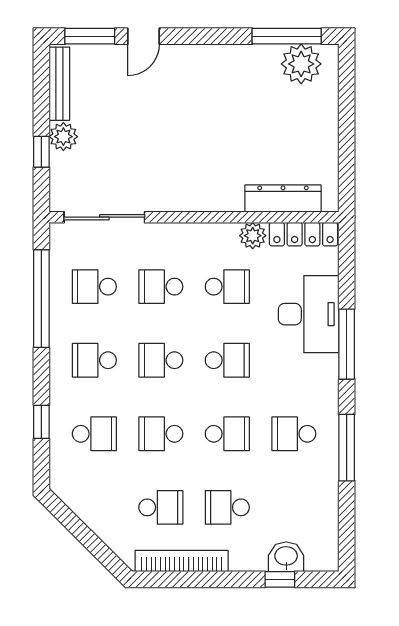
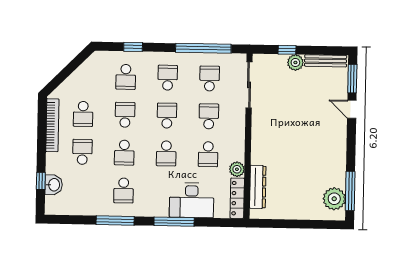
school desk: (294, 434) -> (124, 190), turned 180

